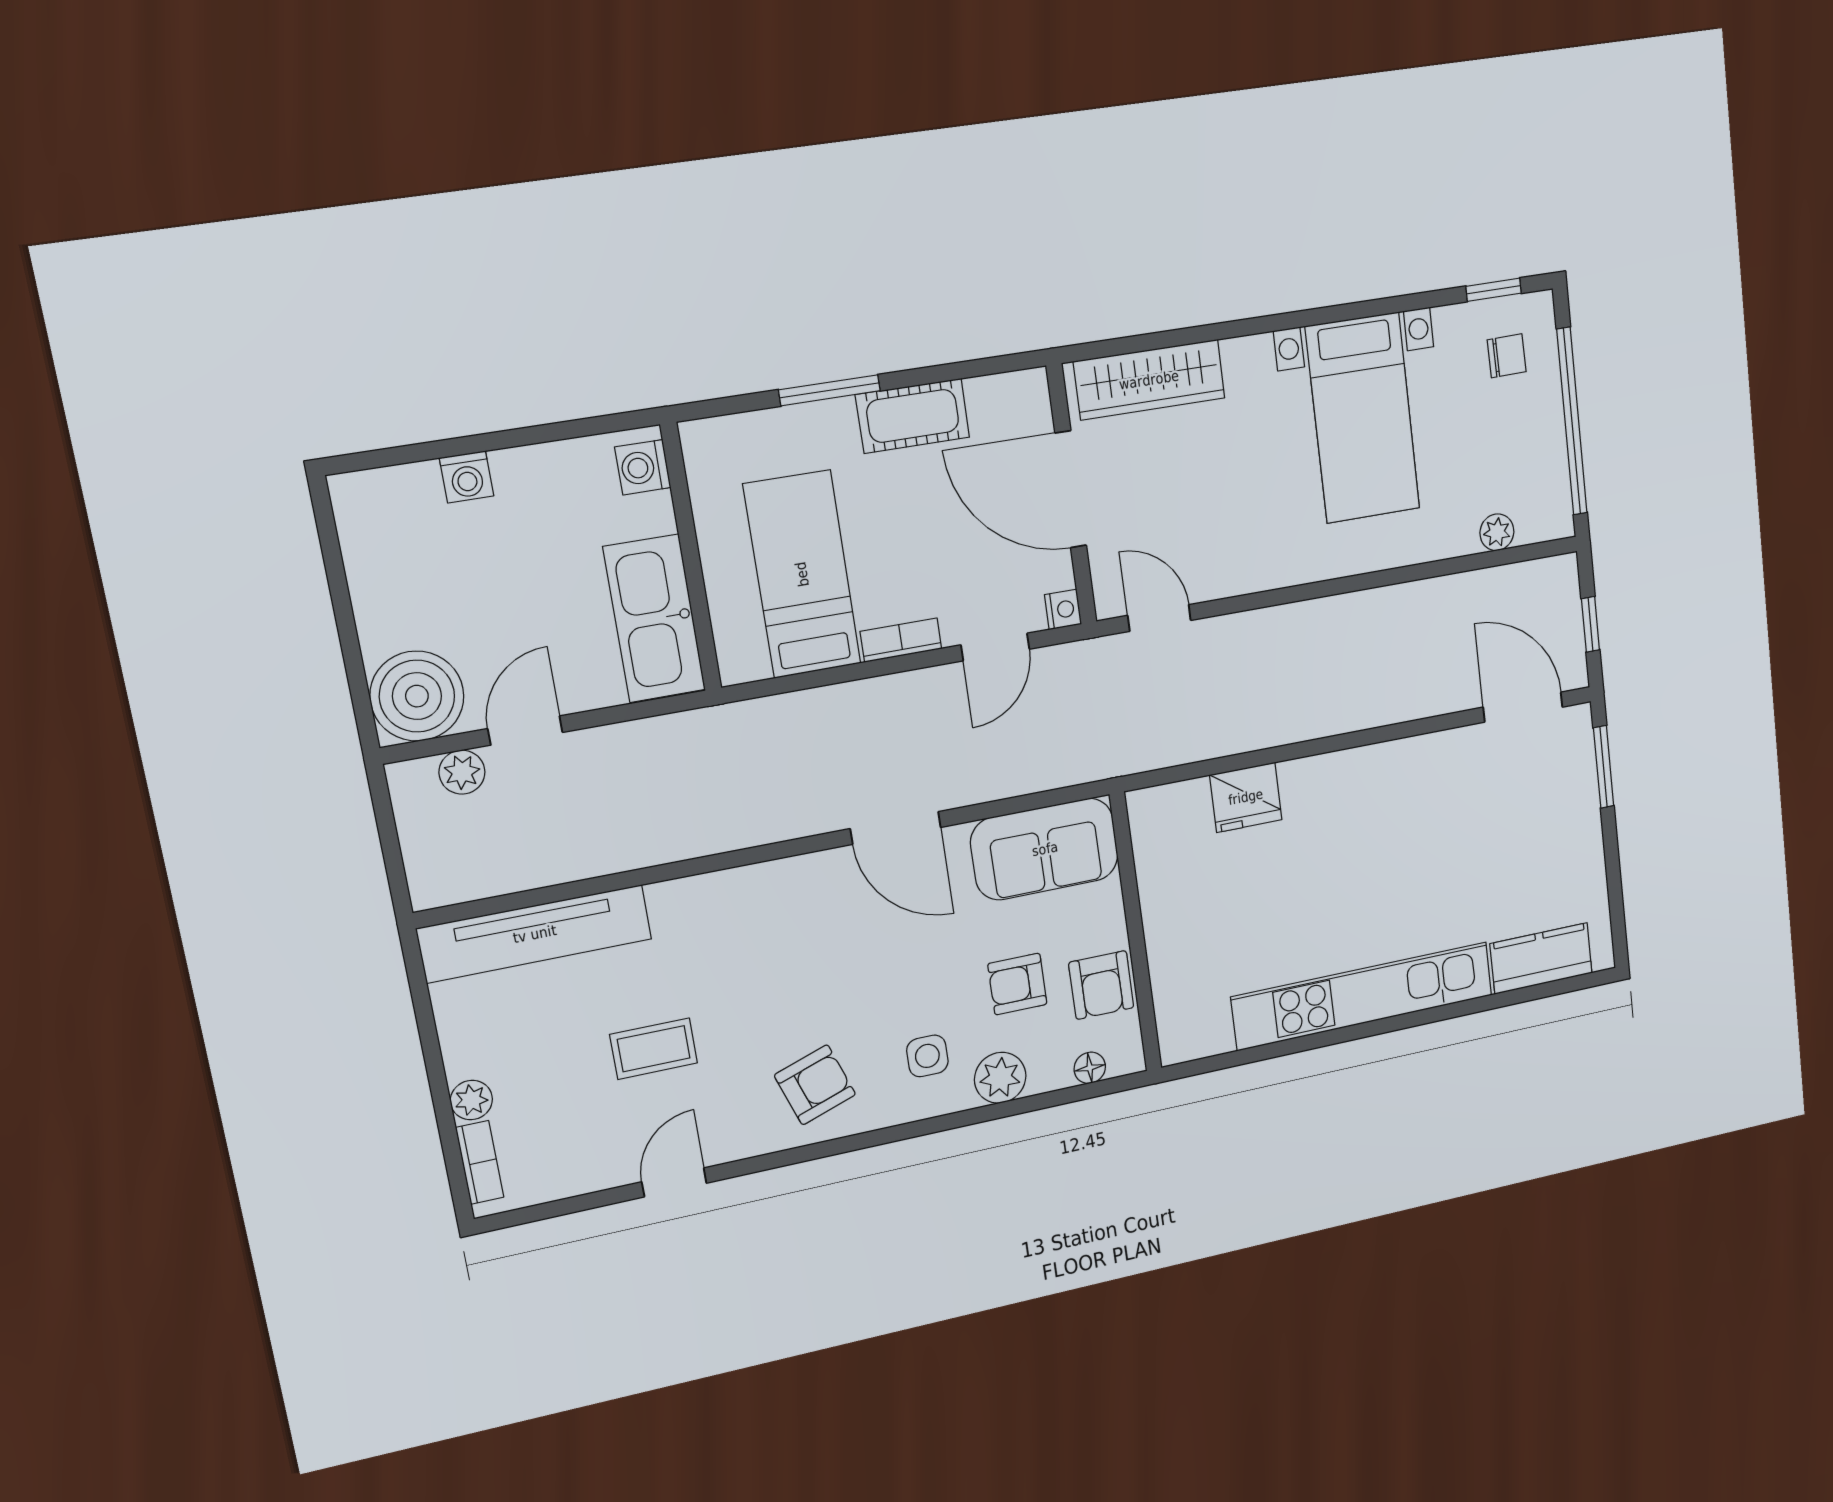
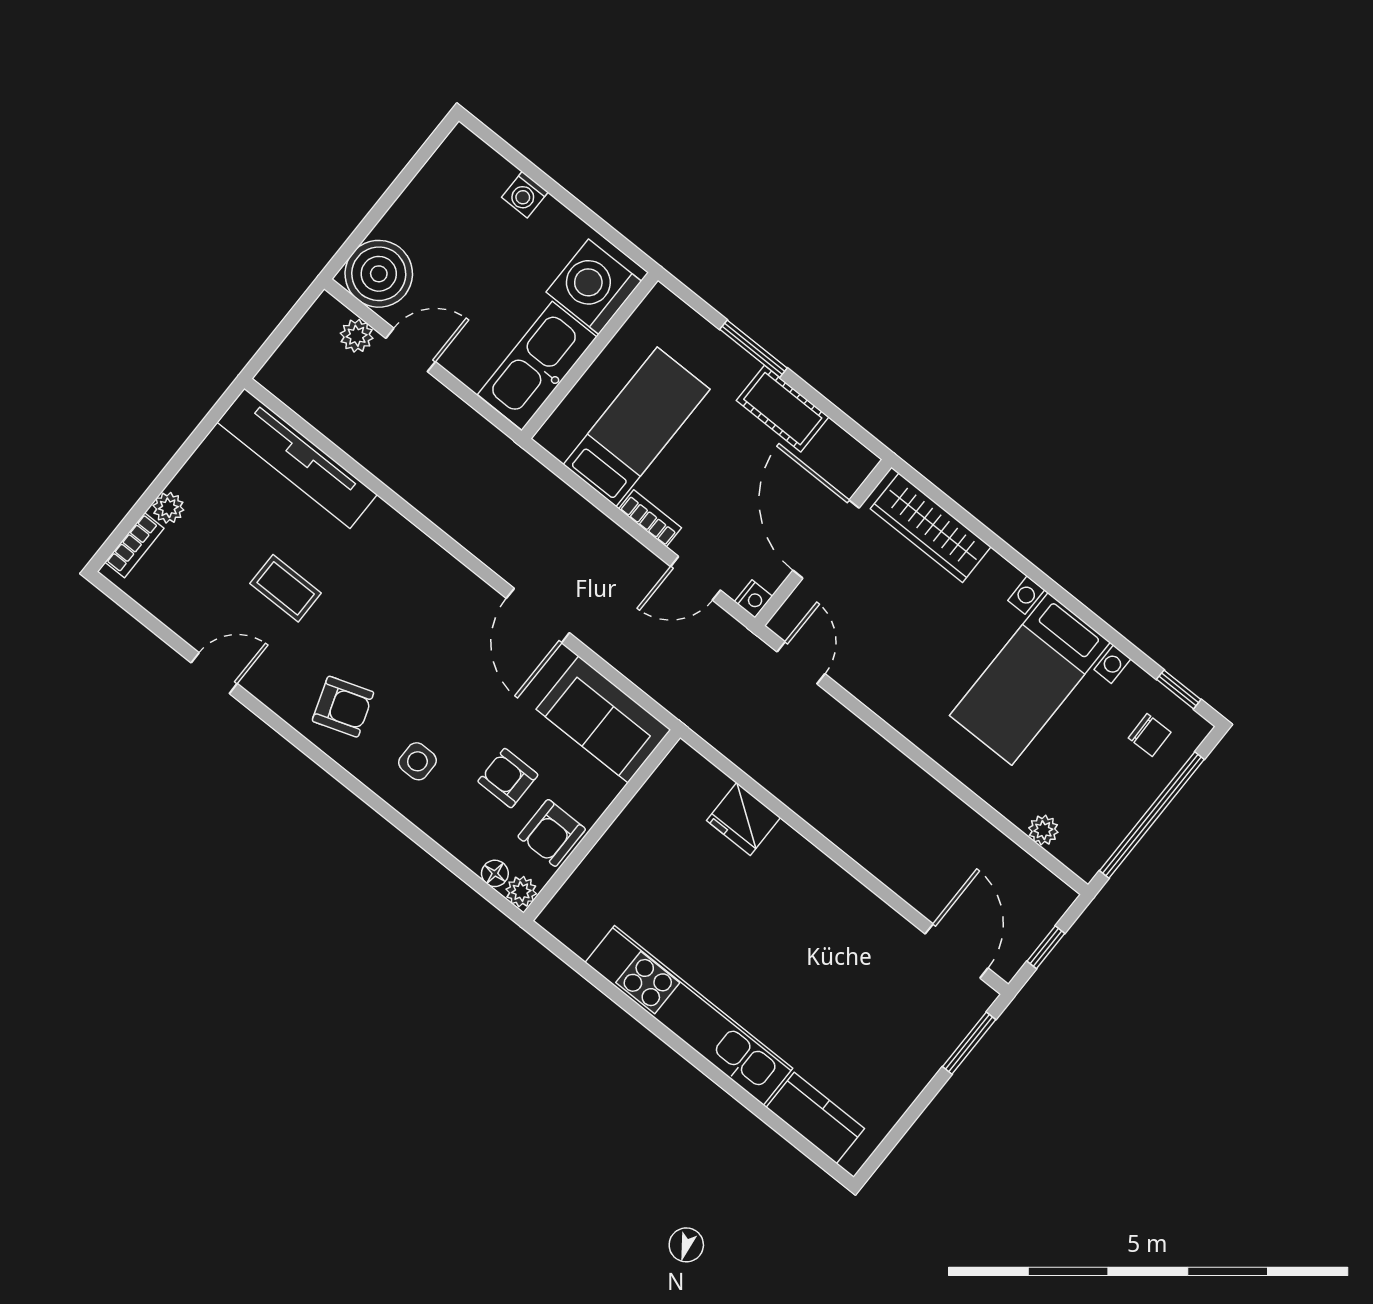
washing machine: (643, 467) -> (594, 287), width x1.89, depth x1.89
plant: (1000, 1078) -> (521, 892), moved, width x0.73, depth x0.73

